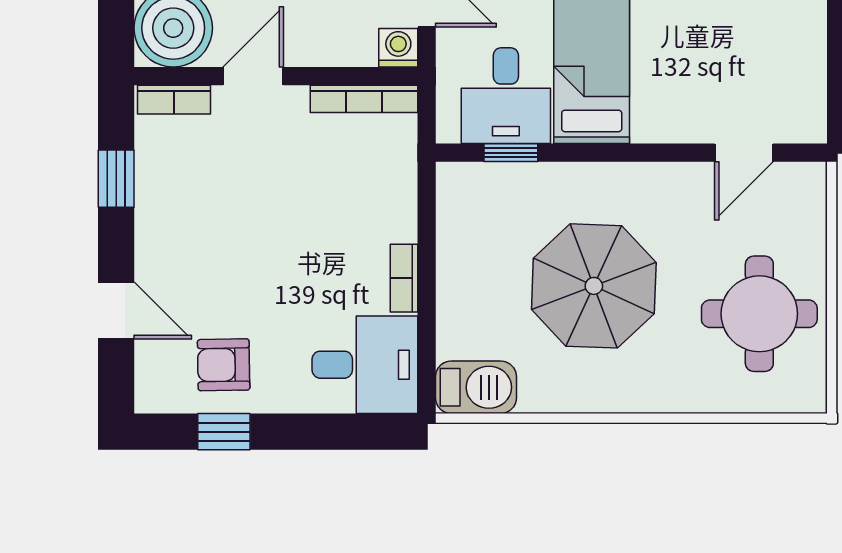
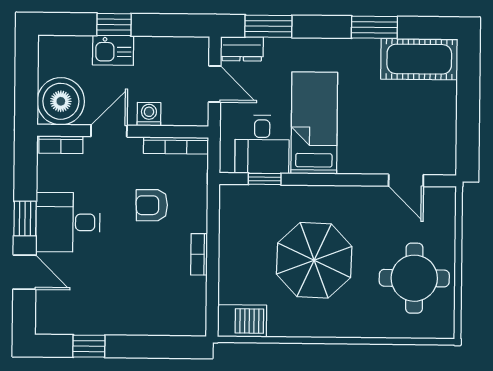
washing machine: (398, 48) -> (149, 114), moved
door: (744, 153) -> (406, 180), hinge flipped
window: (116, 179) -> (25, 219), moved
armchair: (224, 365) -> (152, 205), moved
desk: (365, 365) -> (68, 222), moved, turned 180

